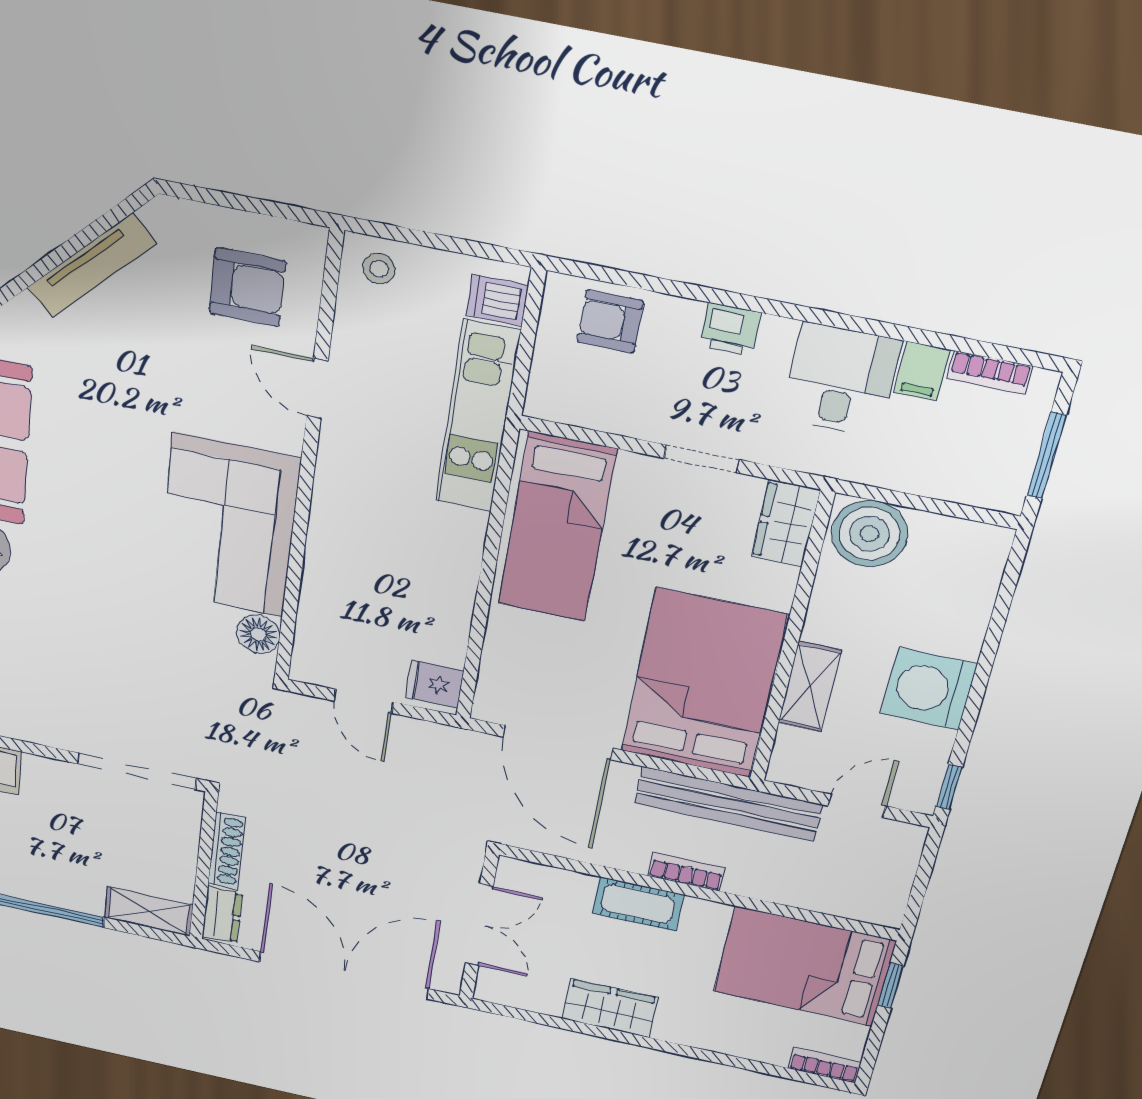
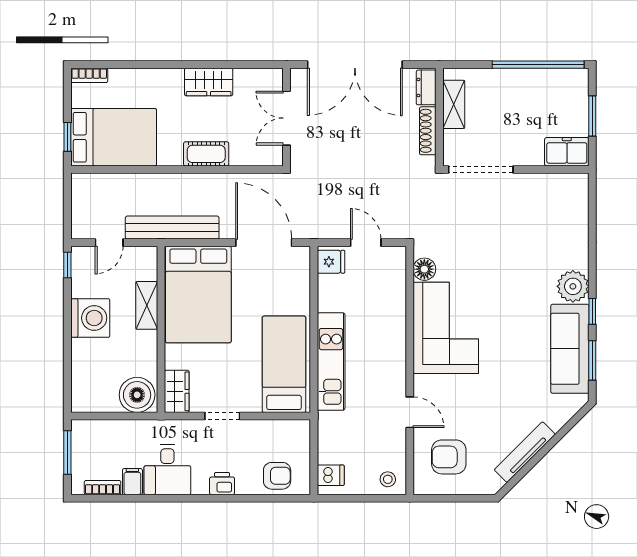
kitchen unit: (478, 417) -> (331, 362), moved
bookcase: (686, 872) -> (185, 181), removed
shelving: (149, 911) -> (454, 104), moved, turned 90

